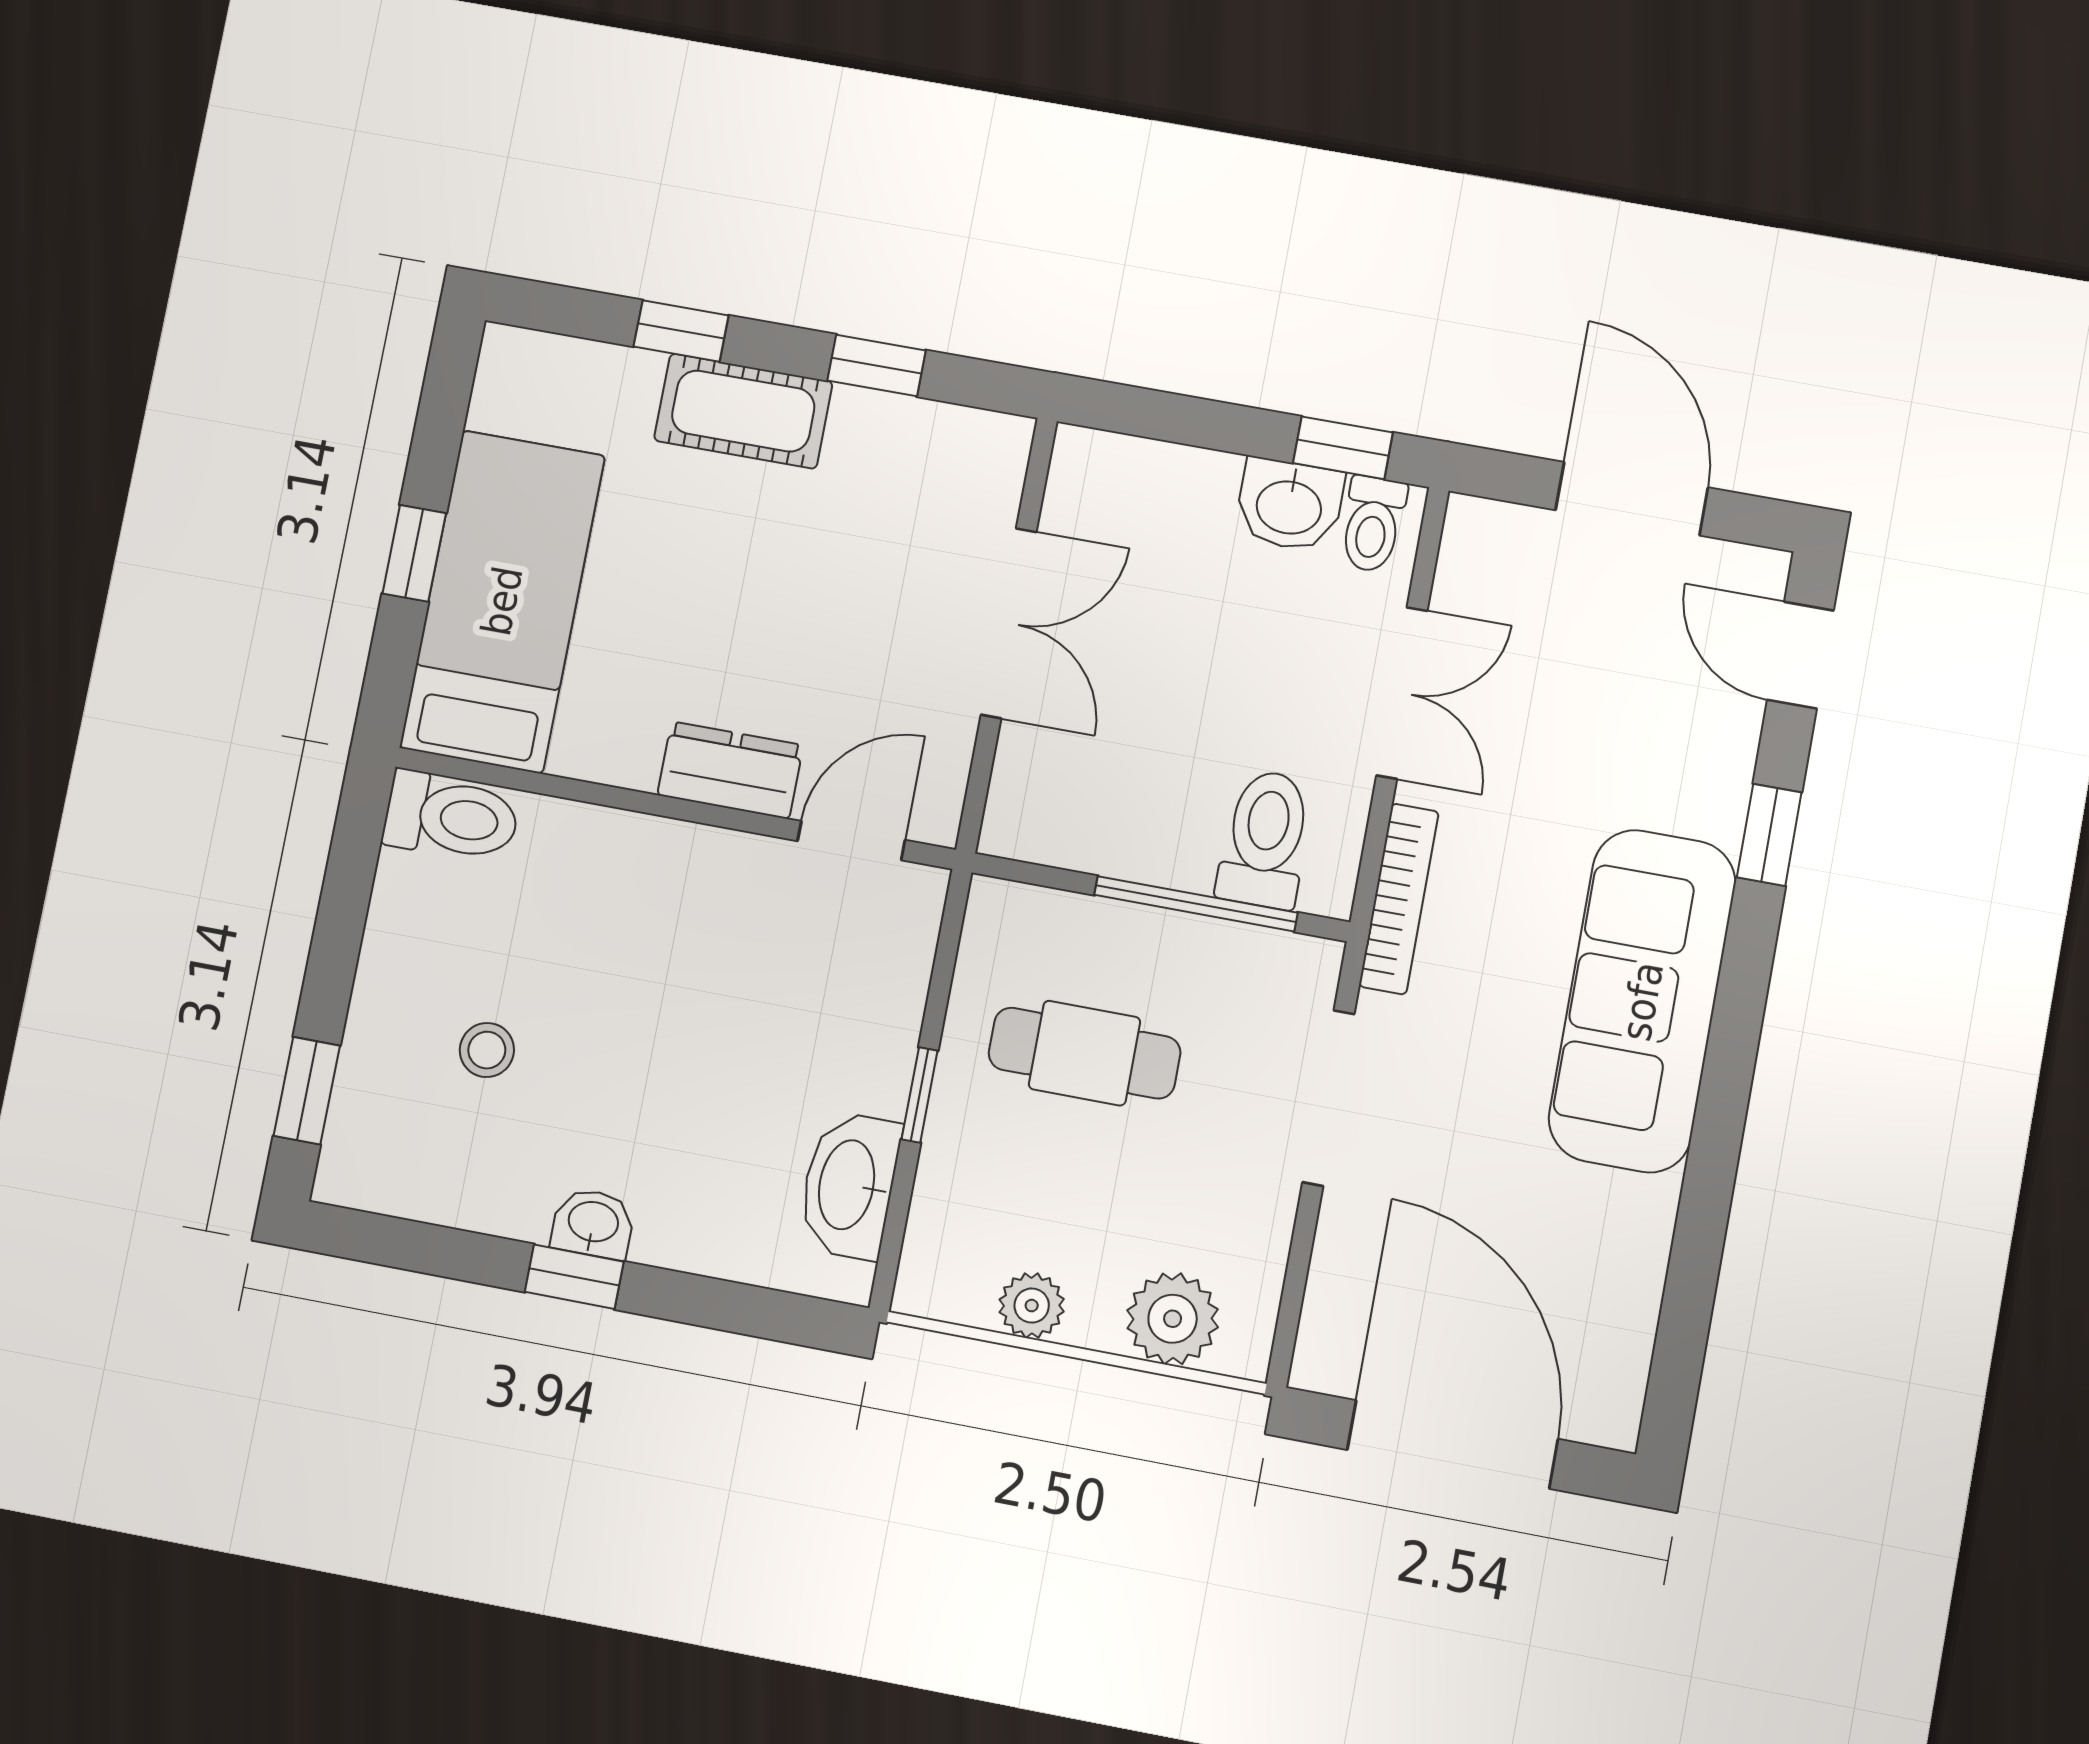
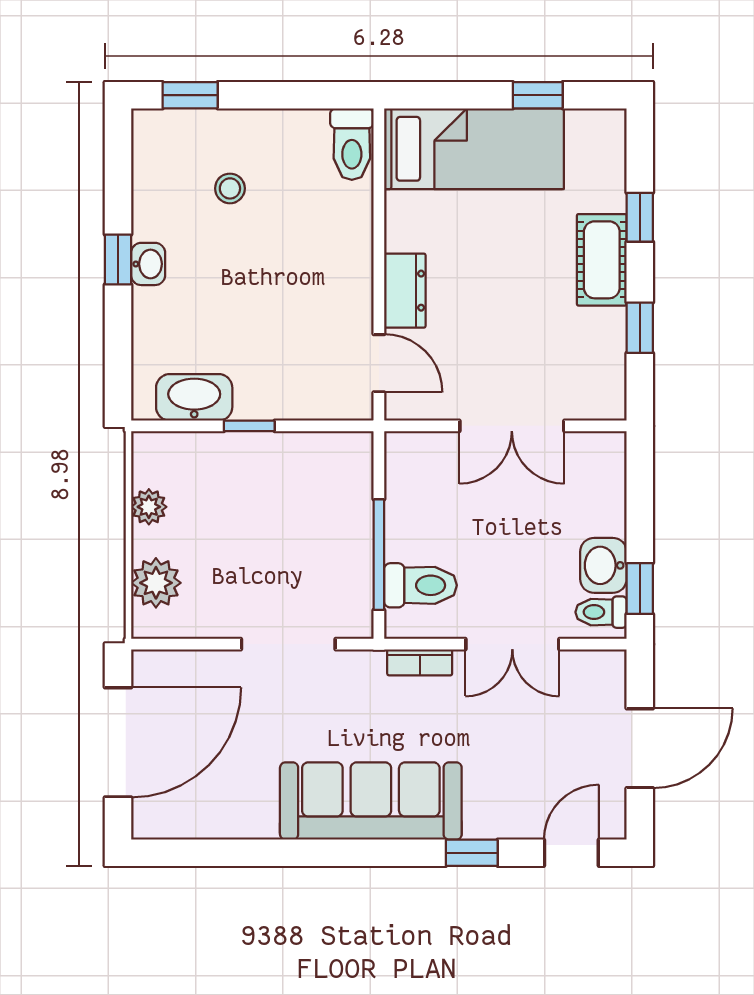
window: (414, 553) -> (538, 95), moved
bookcase: (1399, 899) -> (420, 662), width x0.64
cafe table: (1084, 1053) -> (288, 510), removed

